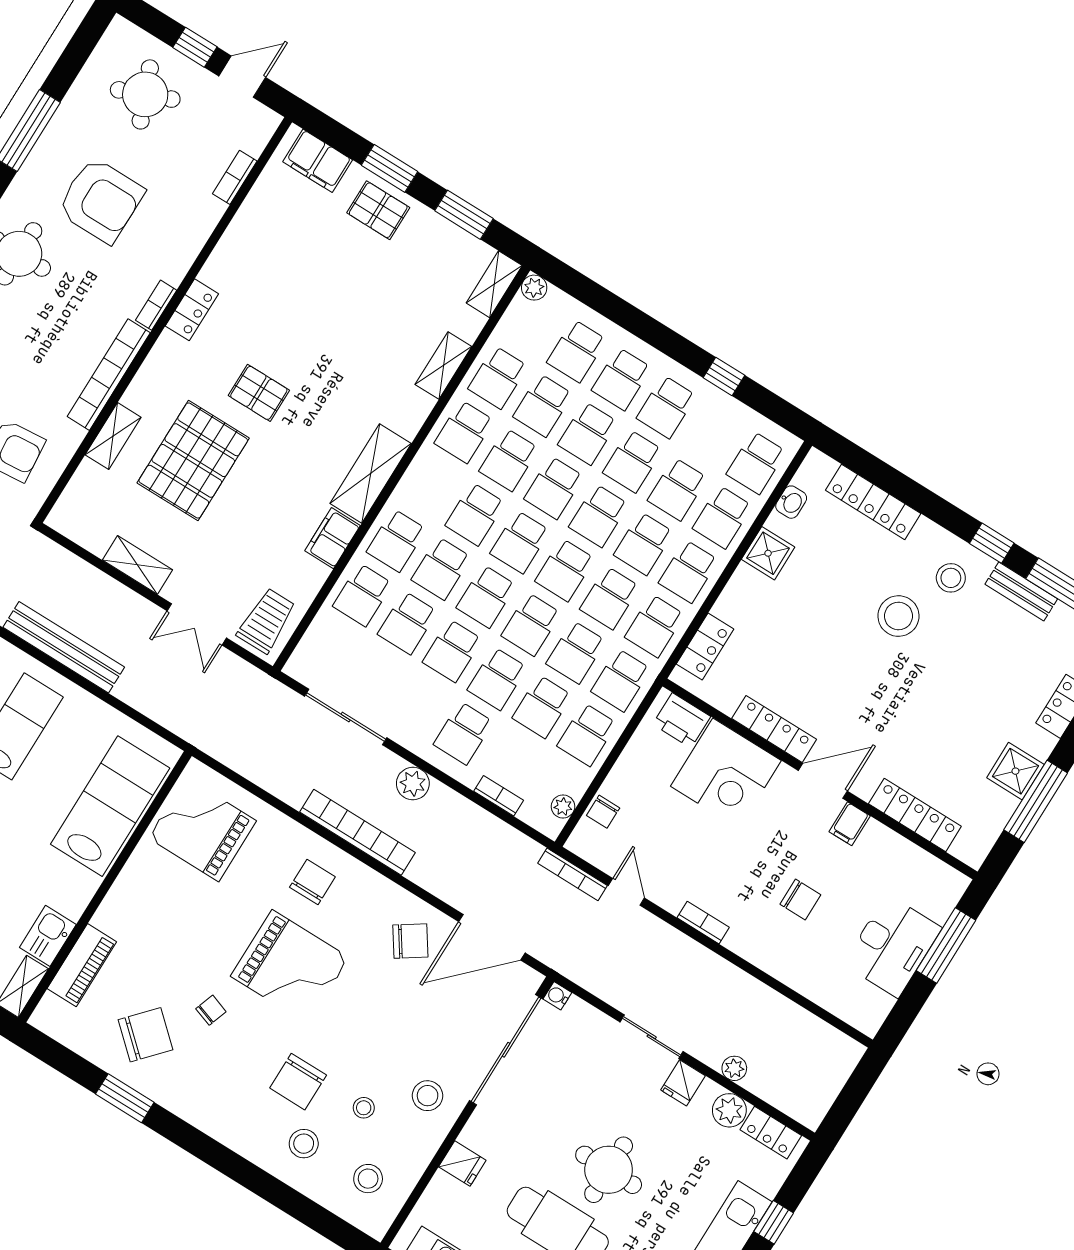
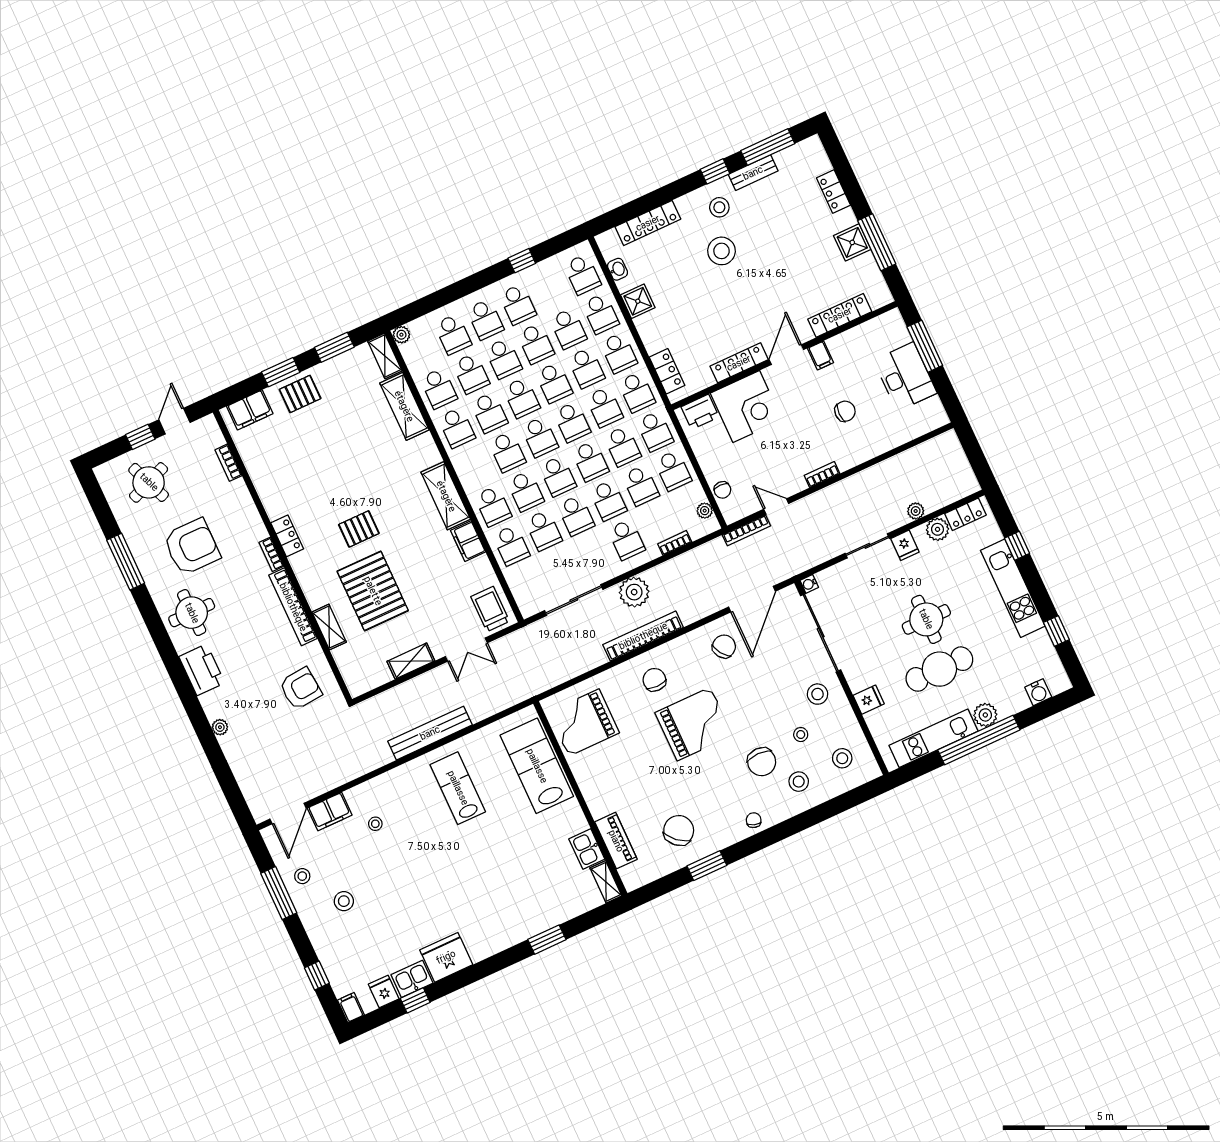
shelving: (443, 366) -> (404, 406), width x1.50, depth x1.33
plant: (413, 784) -> (634, 592), width x1.36, depth x1.36
chair: (211, 1010) -> (754, 820), moved

